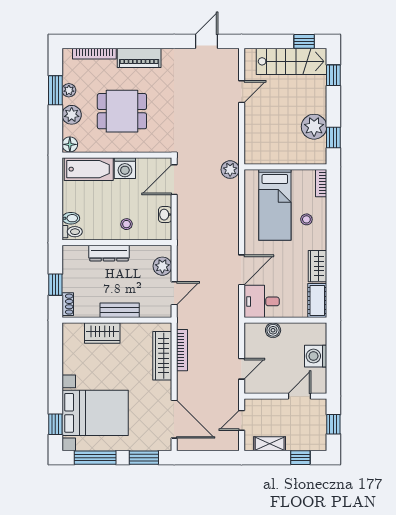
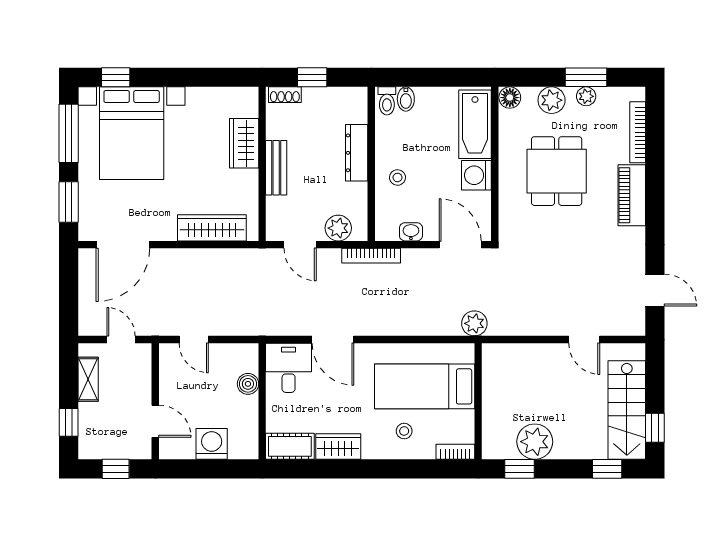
bookcase: (182, 350) -> (371, 256), moved

